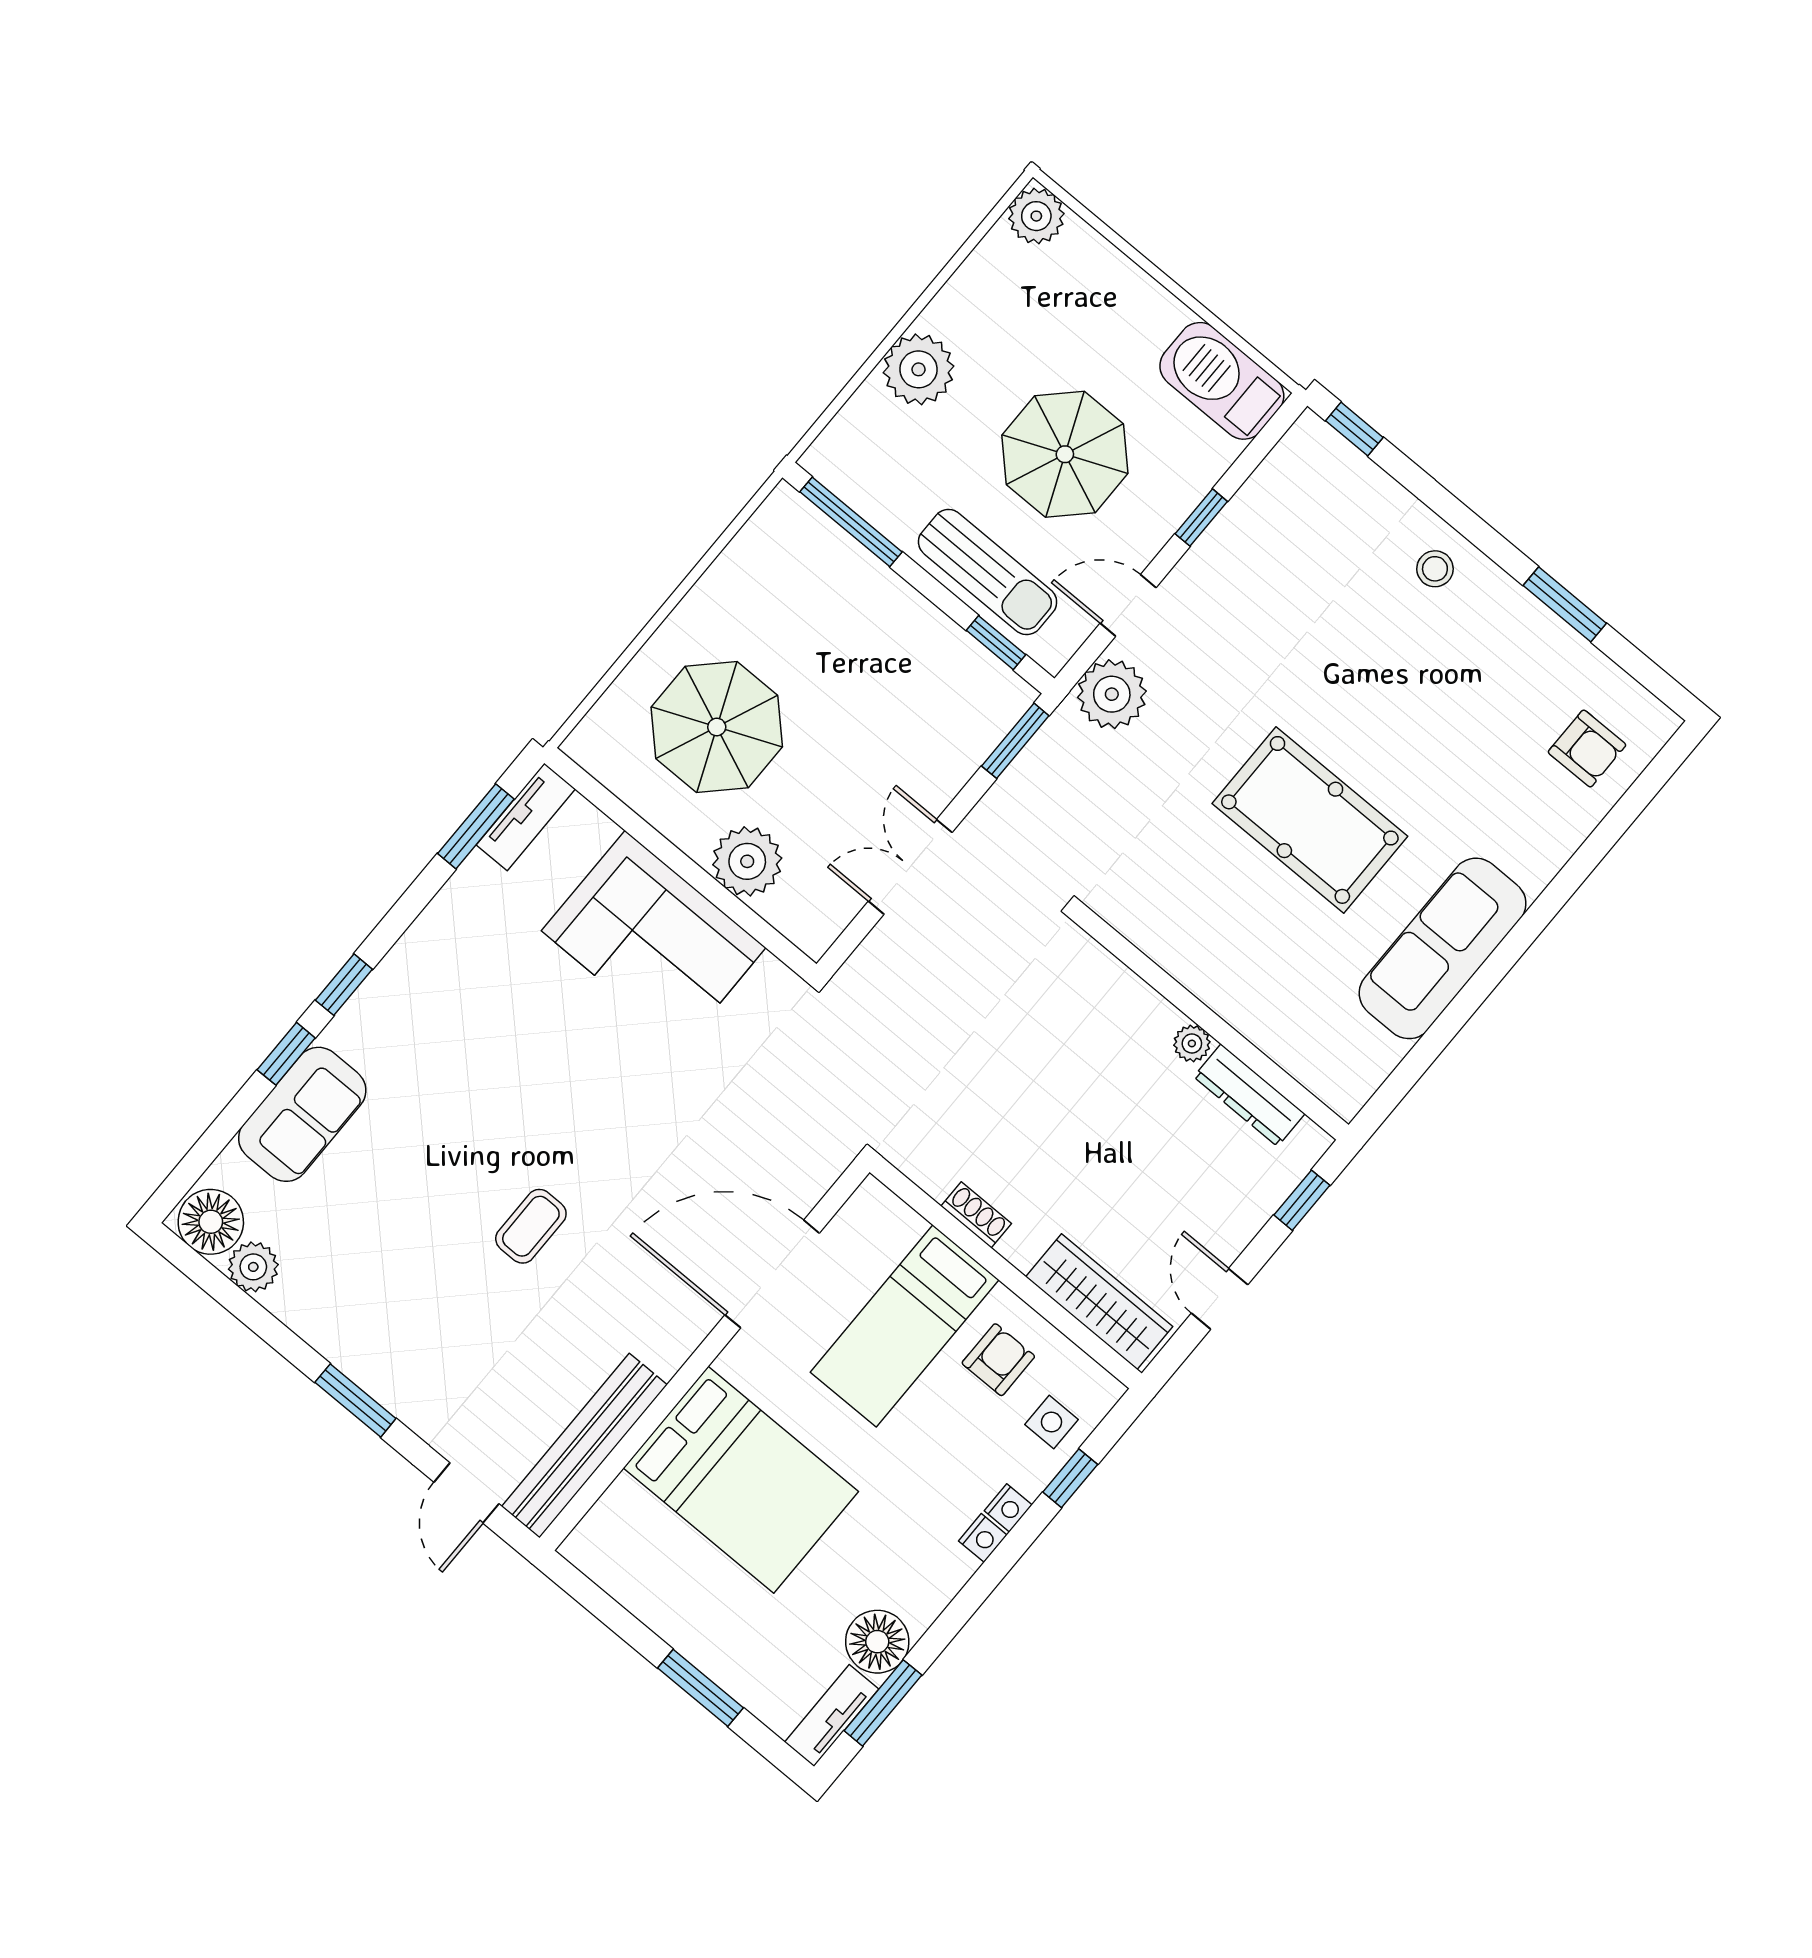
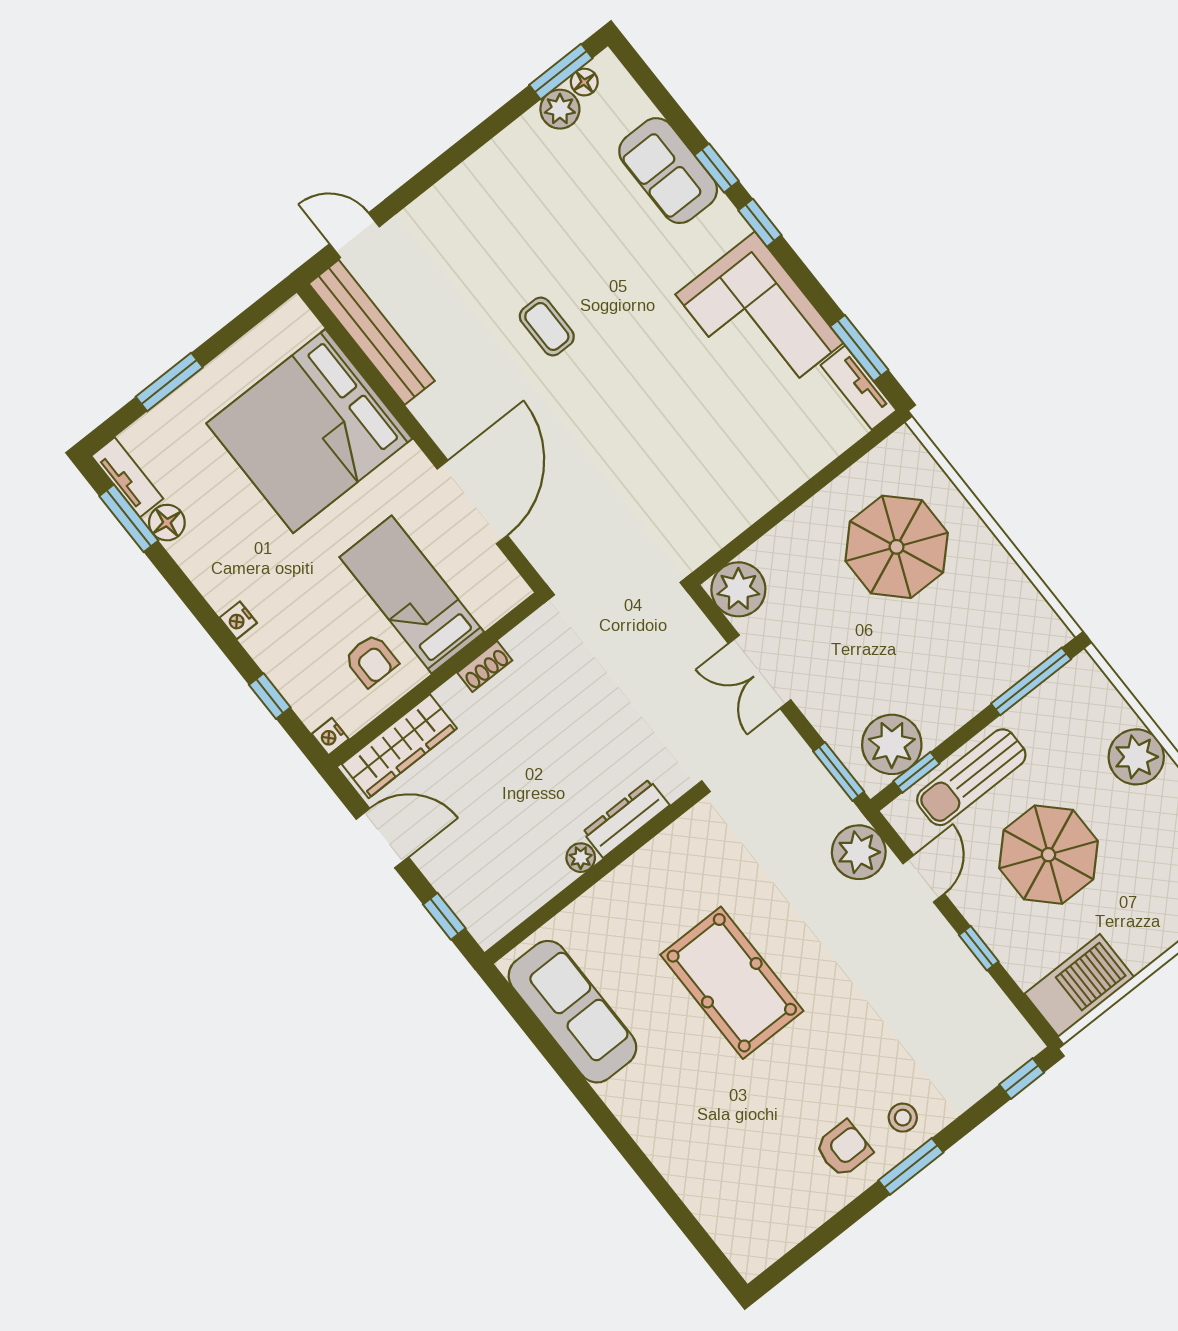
window: (1565, 604) -> (911, 1166), moved
plant: (967, 681) -> (892, 744), added
armchair: (1587, 749) -> (844, 1149), moved, turned 180
pool table: (1310, 820) -> (732, 983), turned 90
plant: (747, 861) -> (738, 589), moved
double door: (910, 867) -> (760, 672), swing flipped
corner sofa: (654, 939) -> (759, 319), moved, turned -90
sofa: (1443, 948) -> (572, 1012), moved
dresser: (1249, 1095) -> (626, 819), moved
floor lamp: (211, 1222) -> (584, 82), width x0.53, depth x0.53
door: (1220, 1299) -> (382, 838), width x1.38
window: (355, 1400) -> (561, 72), moved
side table: (1052, 1422) -> (315, 691), removed
bed: (741, 1480) -> (309, 431), width x1.36
nightstand: (1008, 1508) -> (330, 737), moved
floor lamp: (877, 1642) -> (167, 523), width x0.73, depth x0.73

